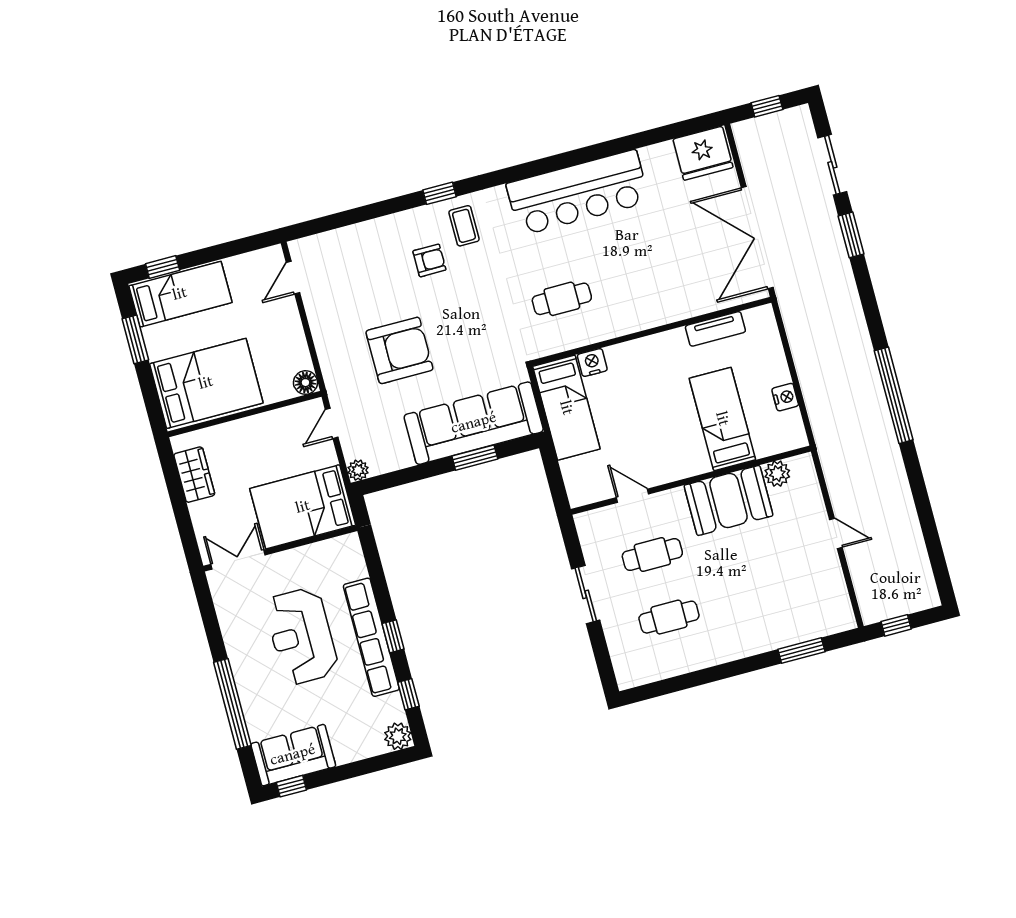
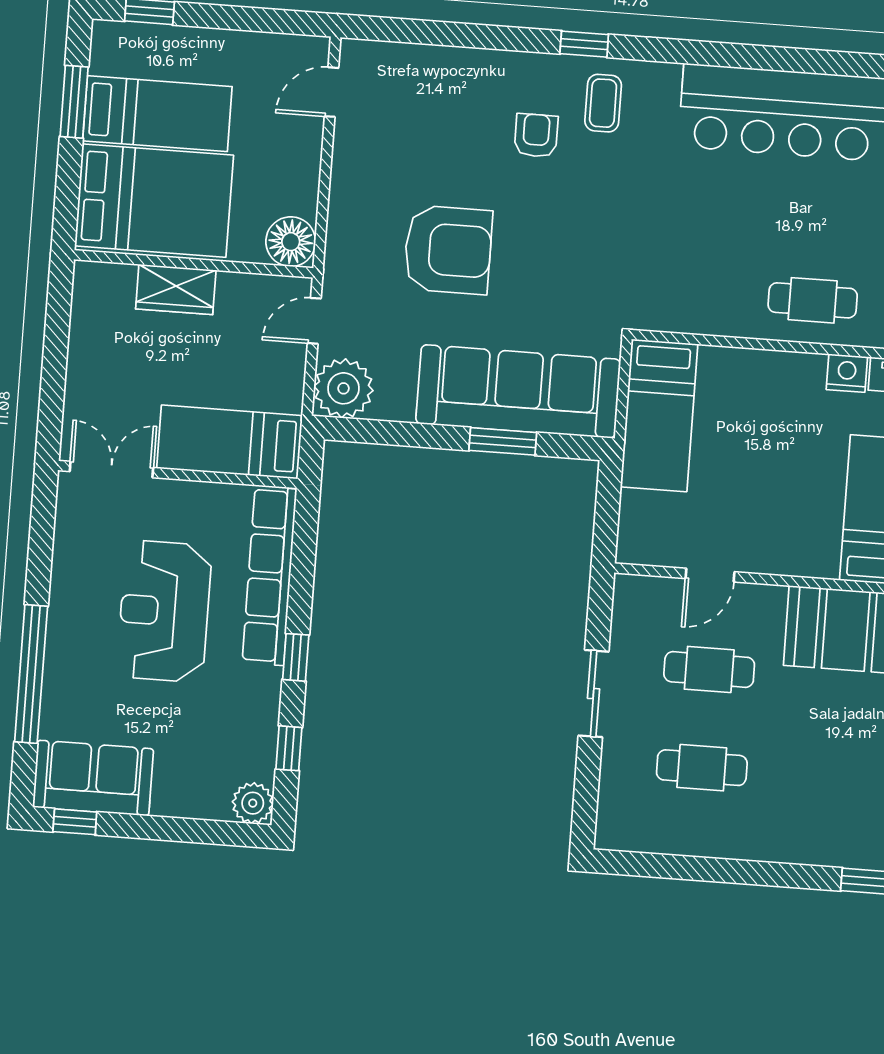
armchair: (429, 260) -> (536, 136), turned -90
bed: (180, 294) -> (157, 114), moved
cafe table: (562, 299) -> (813, 300), moved
nightstand: (592, 362) -> (847, 373), moved
floor lamp: (305, 383) -> (291, 242), width x1.38, depth x1.38
plant: (358, 470) -> (344, 388), width x1.88, depth x1.88
wardrobe: (194, 475) -> (176, 289), moved, turned 90
door: (632, 496) -> (710, 575), swing flipped
bed: (303, 507) -> (230, 442), width x0.67
row of seats: (371, 637) -> (269, 576), moved

